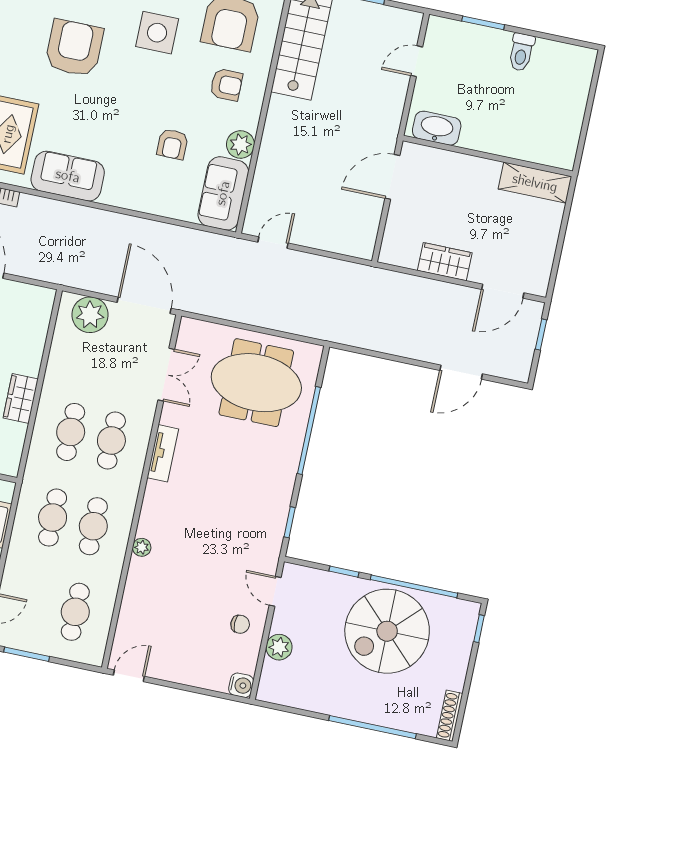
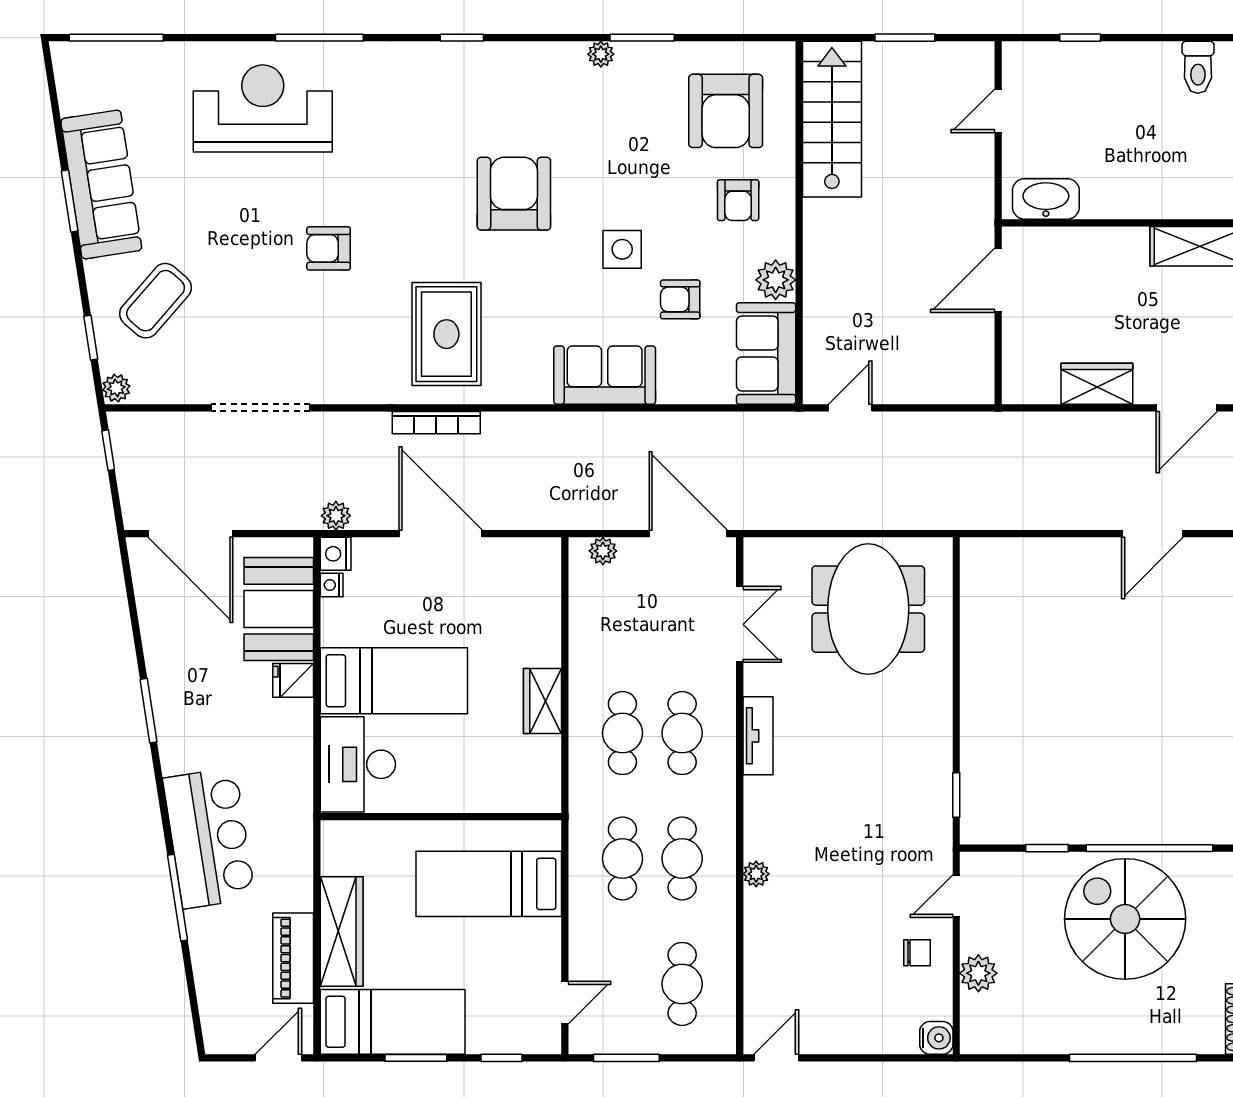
window: (483, 23) -> (1080, 38), width x0.67
side table: (157, 33) -> (622, 249), moved, width x0.73, depth x0.73
toilet: (521, 52) -> (1198, 67), moved
armchair: (226, 85) -> (738, 200), turned 90
armchair: (172, 144) -> (680, 299), turned 90
sofa: (68, 176) -> (605, 375), moved
plant: (90, 315) -> (603, 551), width x0.53, depth x0.53
meeting table: (256, 383) -> (868, 609), turned 90
window: (309, 430) -> (956, 661), removed
door: (275, 591) -> (956, 896), hinge flipped
spiral stairs: (387, 631) -> (1125, 919), turned 90

